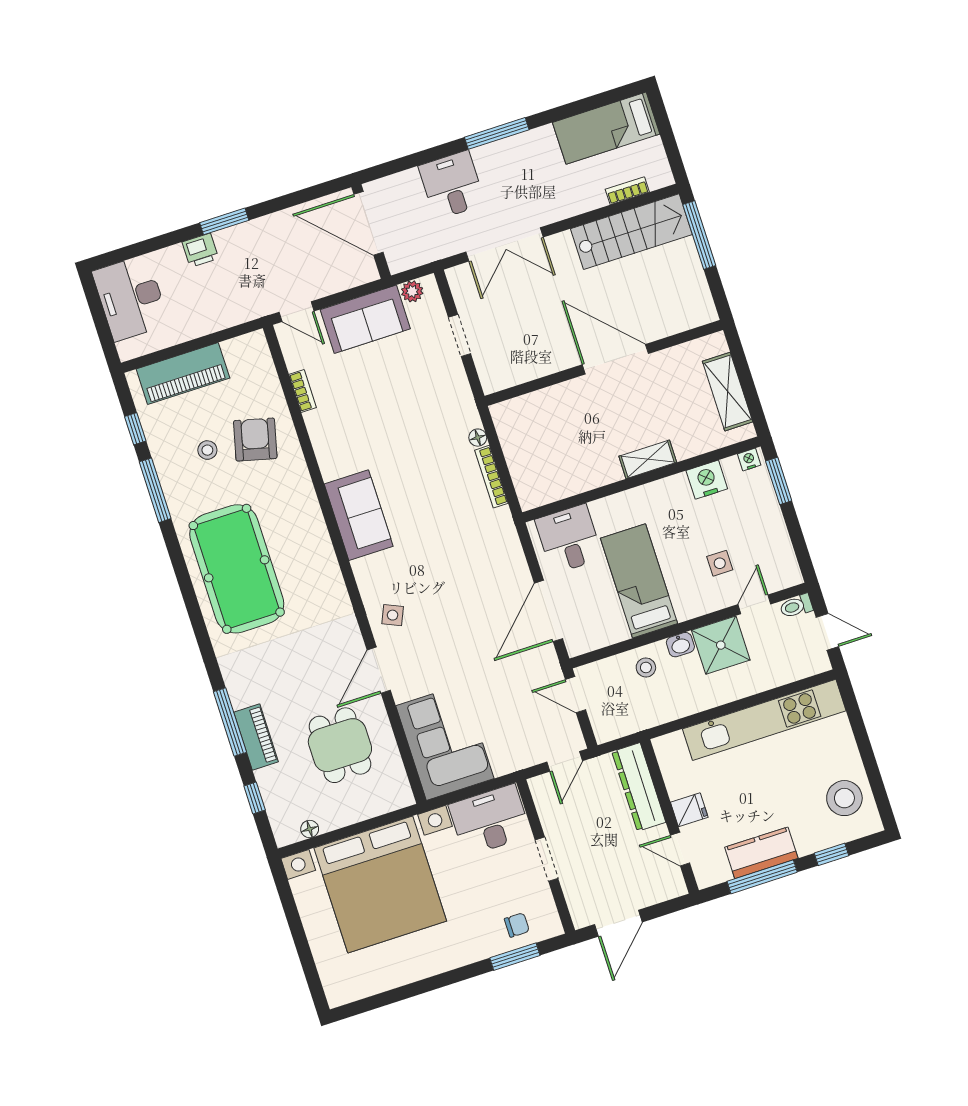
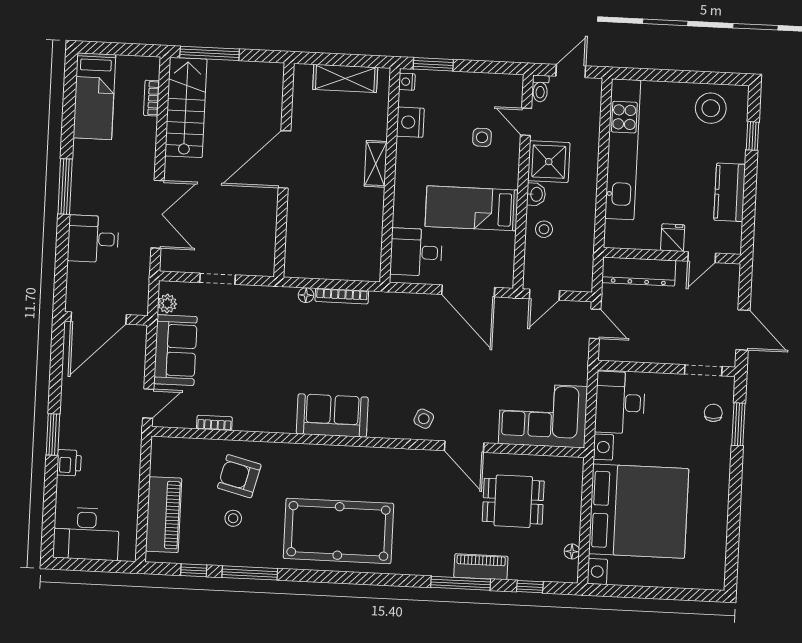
doorway: (547, 859) -> (703, 370), moved
window: (762, 877) -> (749, 199), removed

